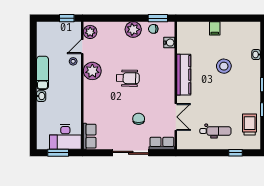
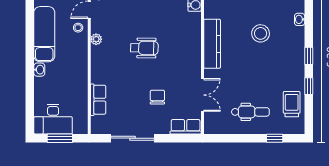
plant: (92, 71) -> (96, 39), width x0.53, depth x0.53
exam couch: (43, 73) -> (44, 34), width x1.36, depth x1.45
row of seats: (90, 136) -> (98, 100), moved
desk: (65, 137) -> (53, 119), moved
sliding door: (131, 153) -> (132, 138), moved

